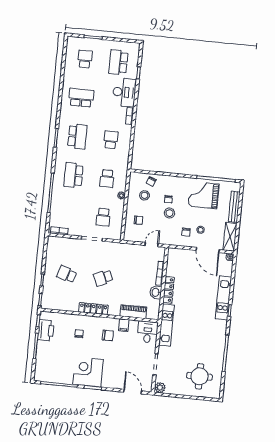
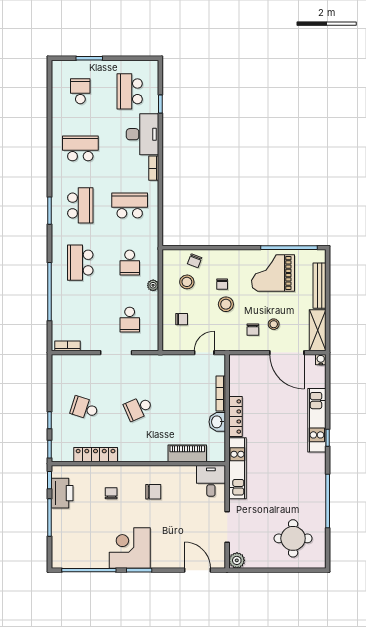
school desk: (111, 140) -> (130, 205), width x1.85
locker: (93, 309) -> (96, 455), moved
filing cabinet: (124, 325) -> (175, 474), removed

